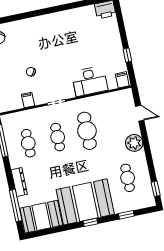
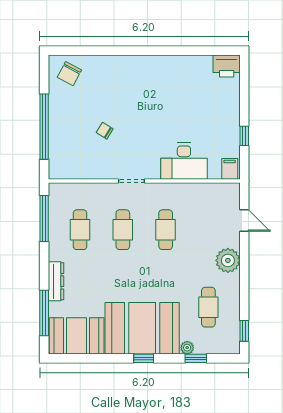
filing cabinet: (28, 100) -> (92, 169), removed
cafe table: (87, 131) -> (166, 230), width x0.73, depth x0.74
plant: (119, 209) -> (187, 348), added

